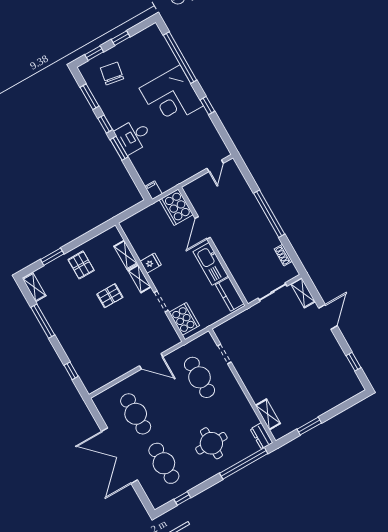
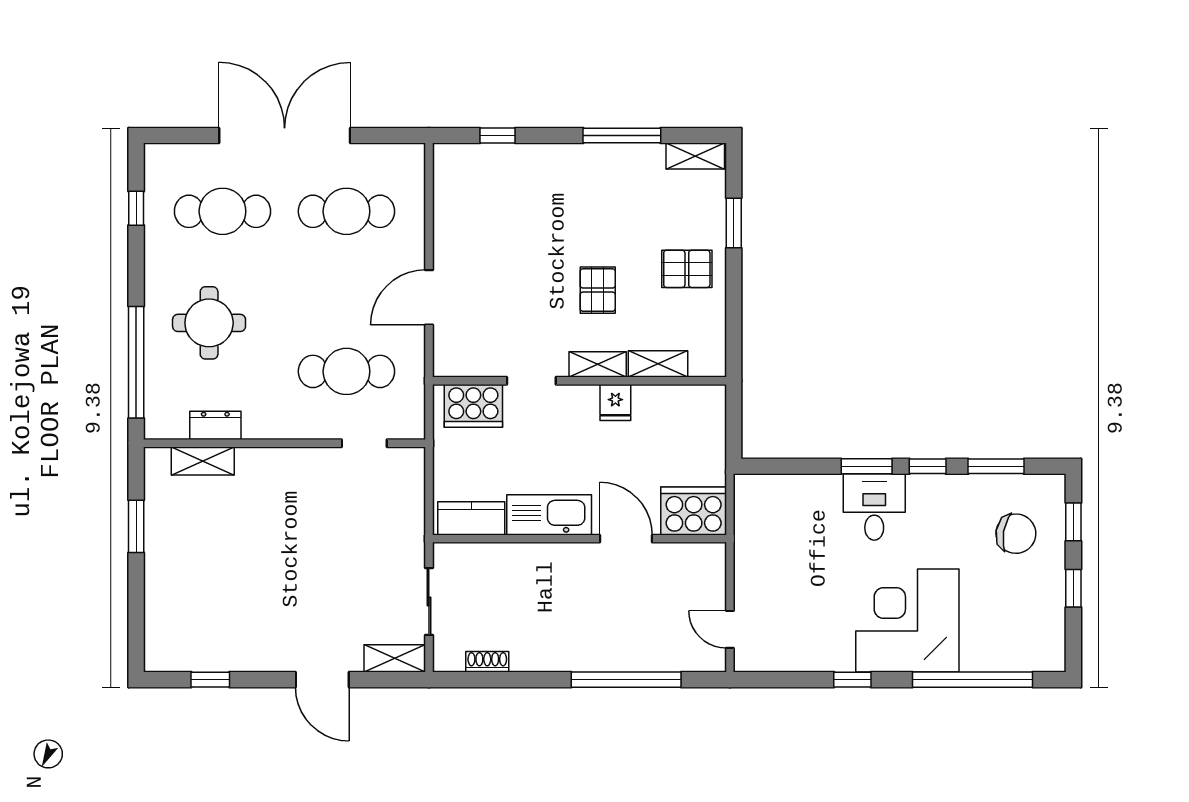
filing cabinet: (153, 190) -> (750, 486), removed
window: (269, 214) -> (626, 680), moved
dresser: (261, 436) -> (215, 425), moved

